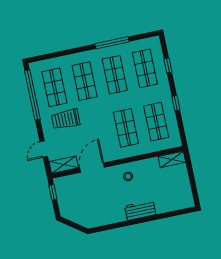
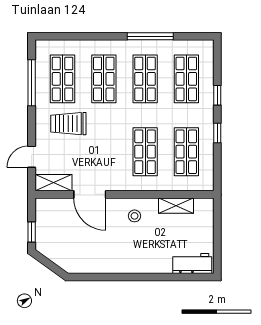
window: (168, 65) -> (217, 95), moved
window: (32, 95) -> (32, 83), width x0.68
shelving: (172, 159) -> (176, 206), moved
door: (92, 168) -> (90, 194), swing flipped
window: (53, 192) -> (32, 232), moved
workbench: (140, 210) -> (192, 263), moved

